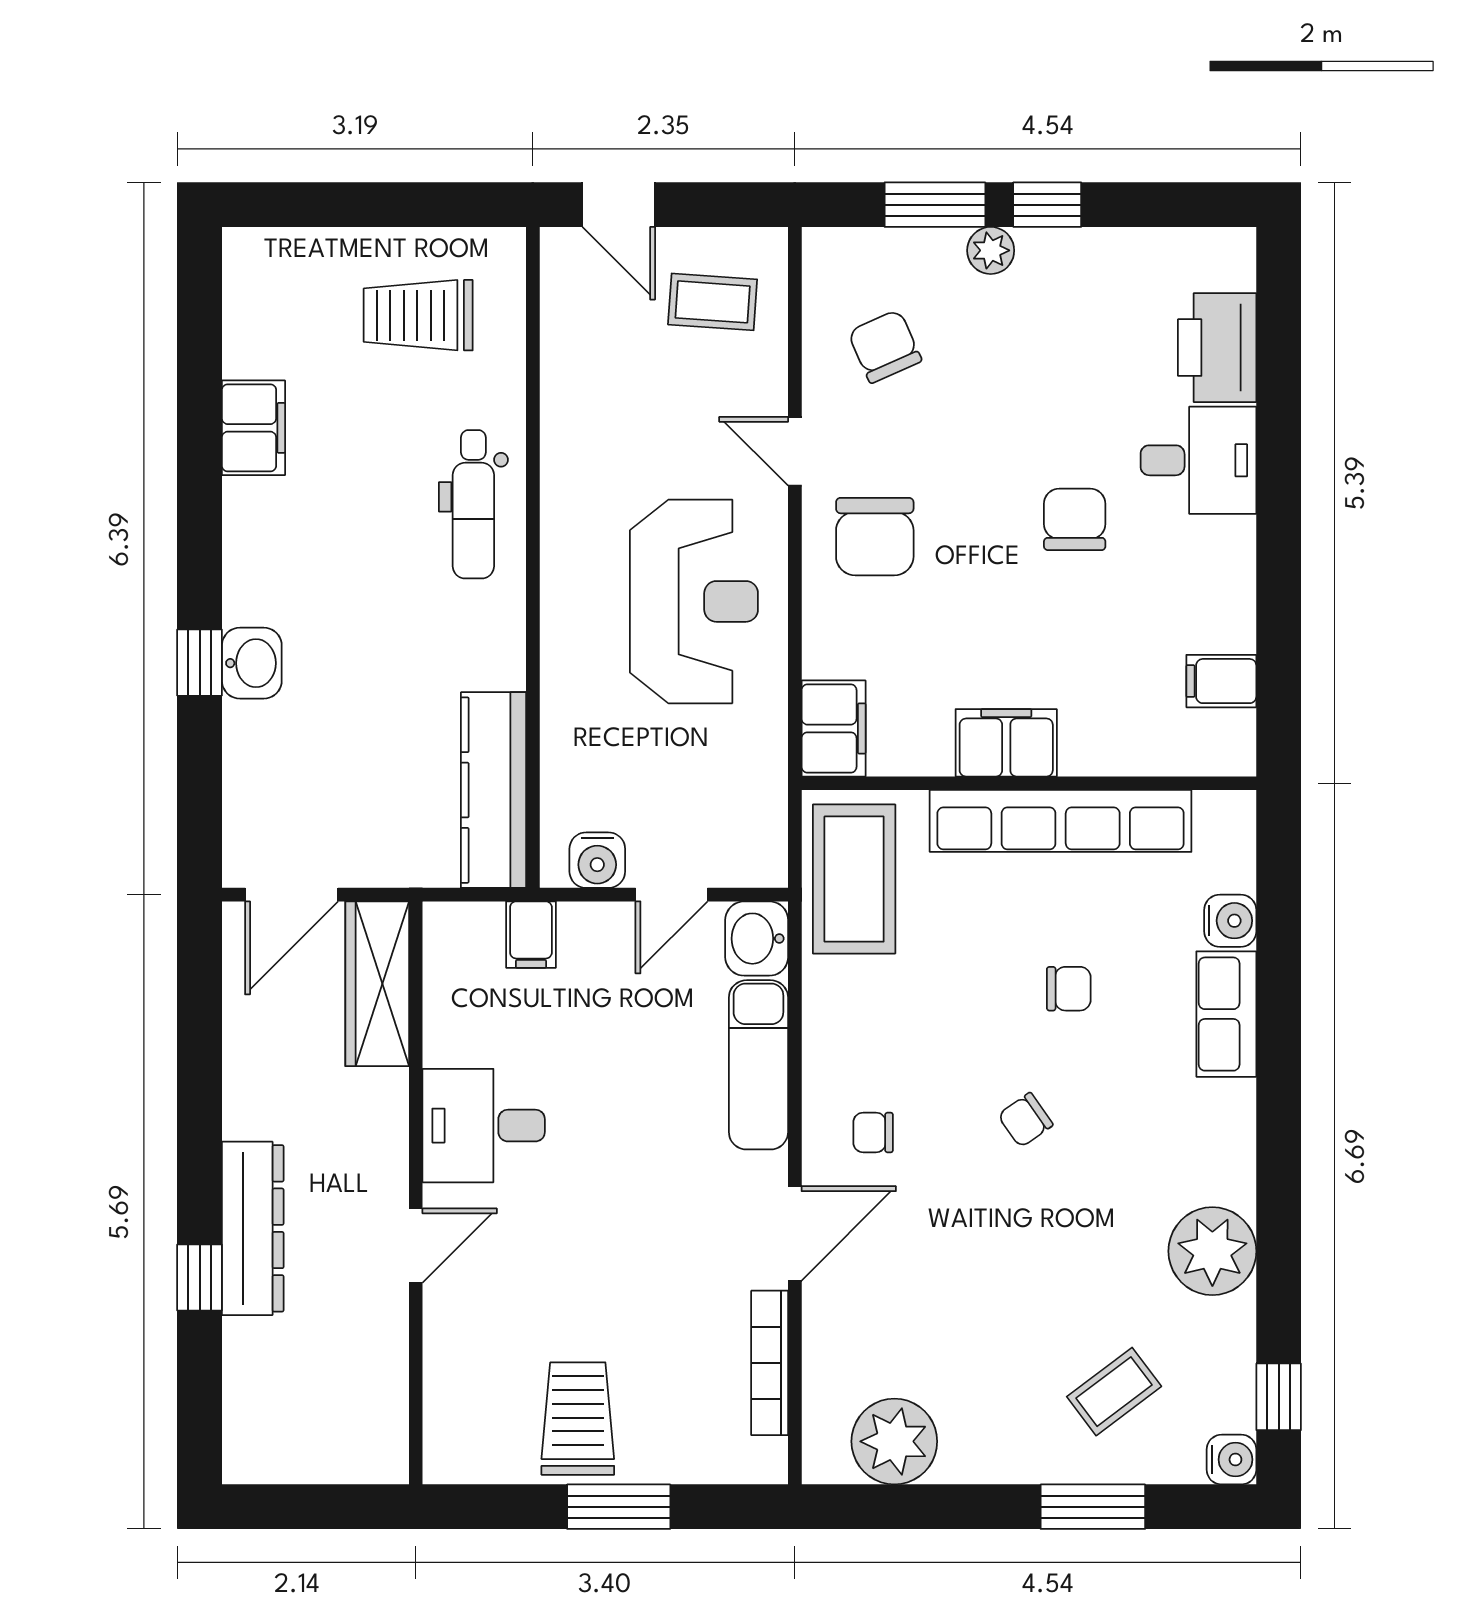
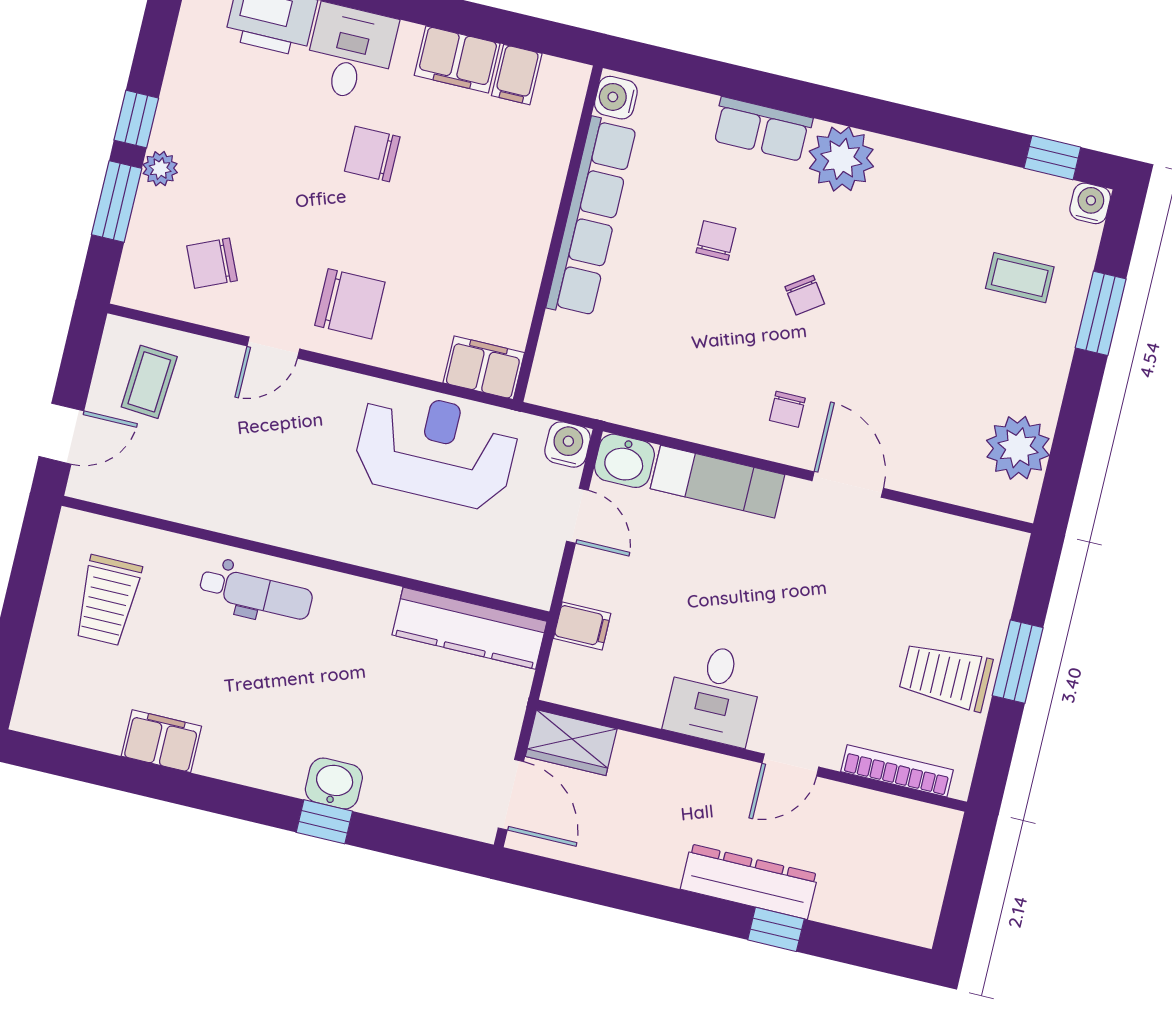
reception desk: (694, 601) -> (436, 449), moved
filing cabinet: (1006, 743) -> (457, 59), moved, turned -90
water cooler: (597, 860) -> (568, 444), moved, turned -90
coffee table: (854, 879) -> (598, 379), removed
water cooler: (1230, 921) -> (616, 98), moved, turned -90
wardrobe: (377, 984) -> (571, 743), width x0.67
door: (416, 1246) -> (790, 765), swing flipped
plant: (1212, 1251) -> (841, 159), moved
bookcase: (770, 1363) -> (897, 771), moved, turned 180
coffee table: (1114, 1392) -> (1020, 278), turned -53

